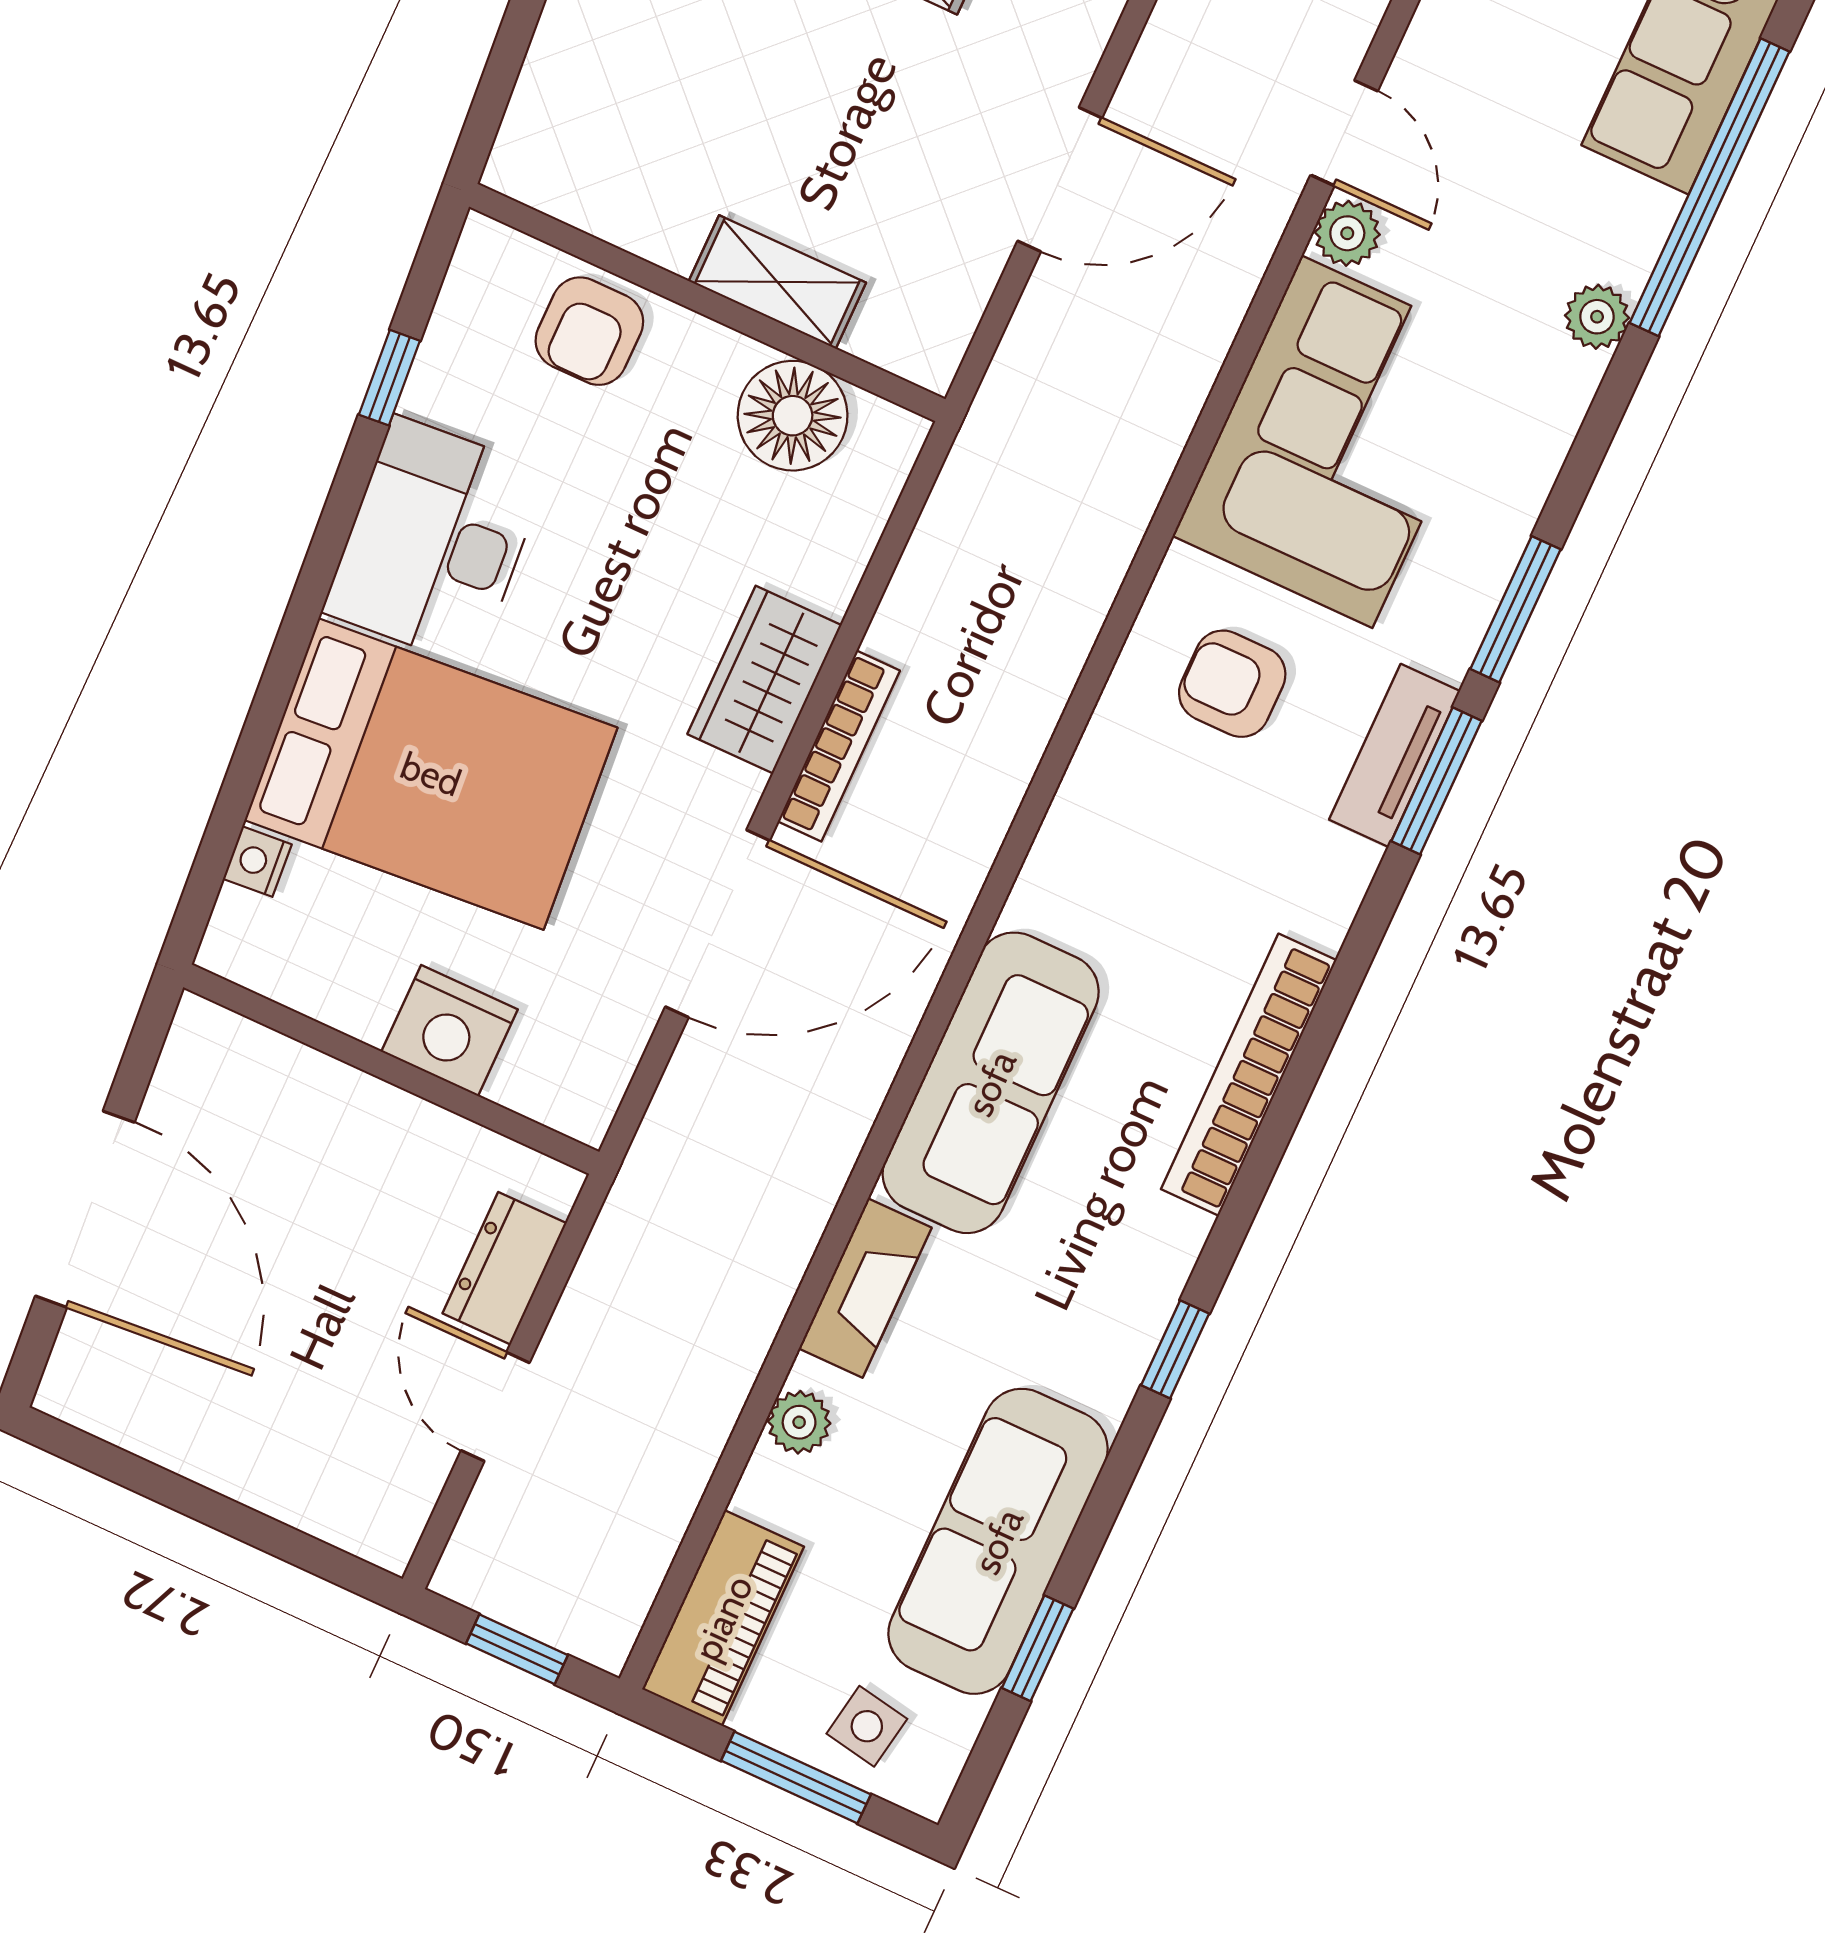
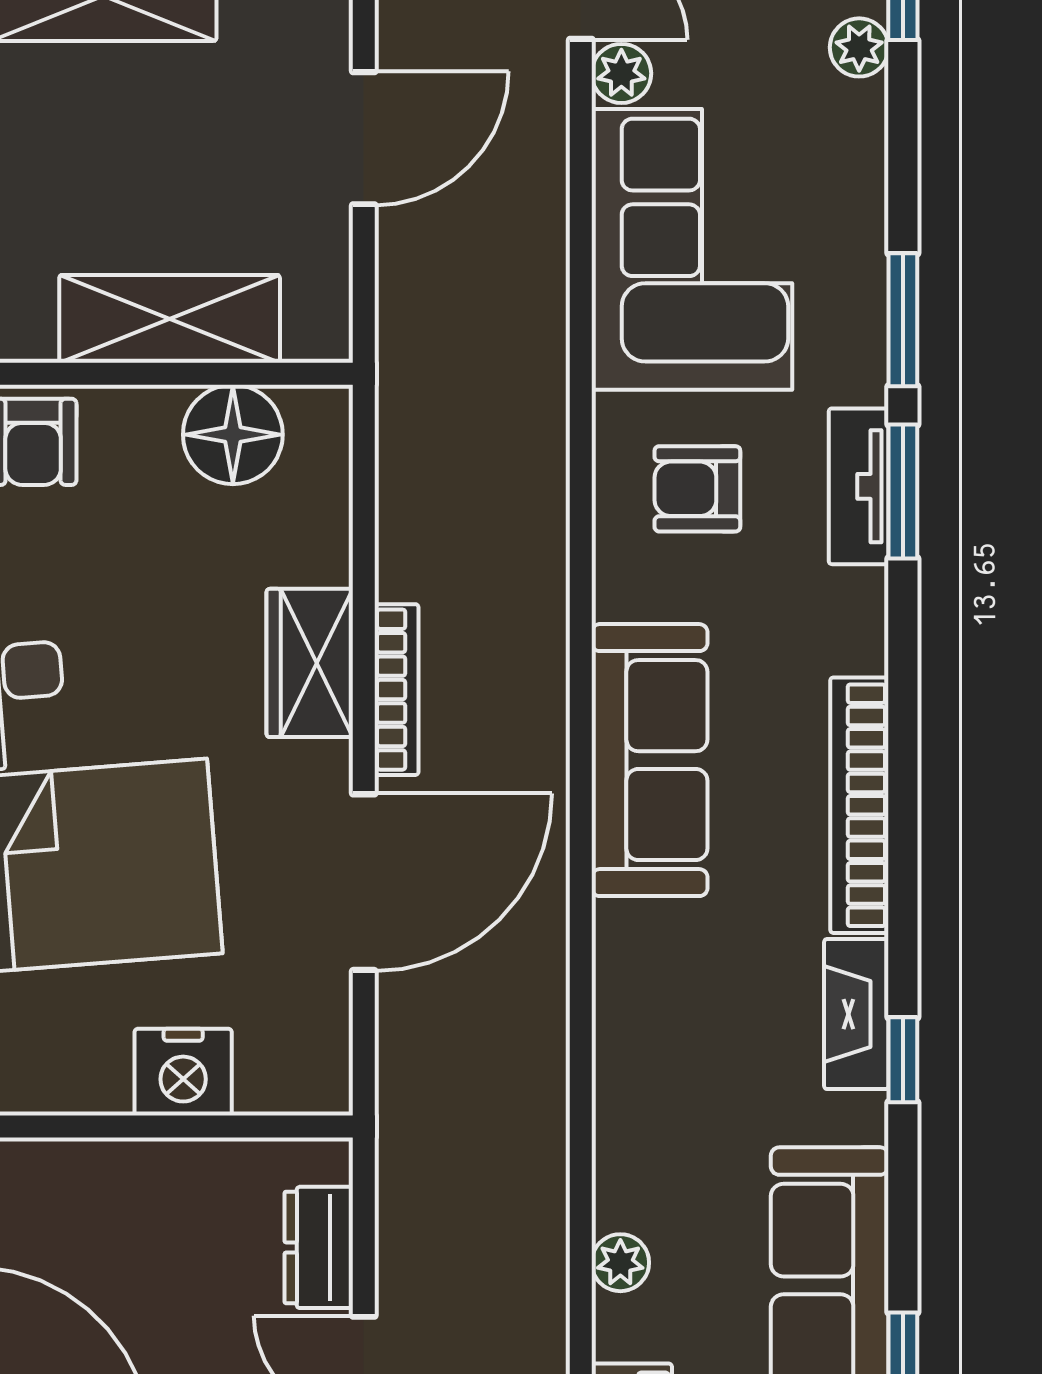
shelving: (777, 282) -> (170, 319), width x1.50, depth x1.33
sofa: (991, 1083) -> (650, 760), moved
fireplace: (865, 1288) -> (856, 1014), moved, turned 180

